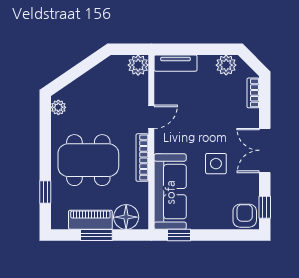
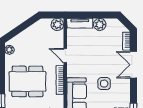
plant: (226, 65) -> (100, 24), moved
door: (151, 117) -> (65, 56), swing flipped
double door: (265, 150) -> (133, 65), moved

